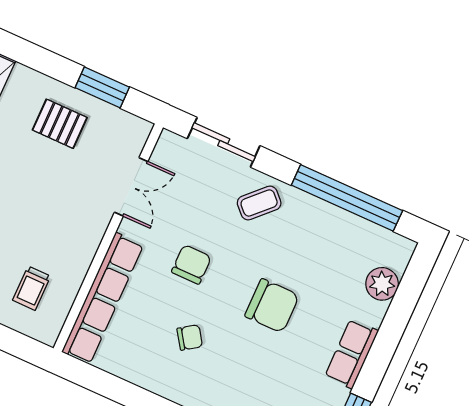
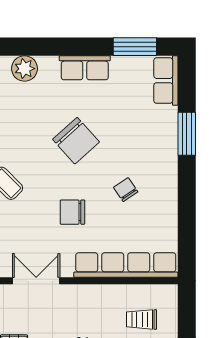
trolley: (32, 288) -> (142, 319), turned 180
chair: (272, 306) -> (76, 141), turned 138

